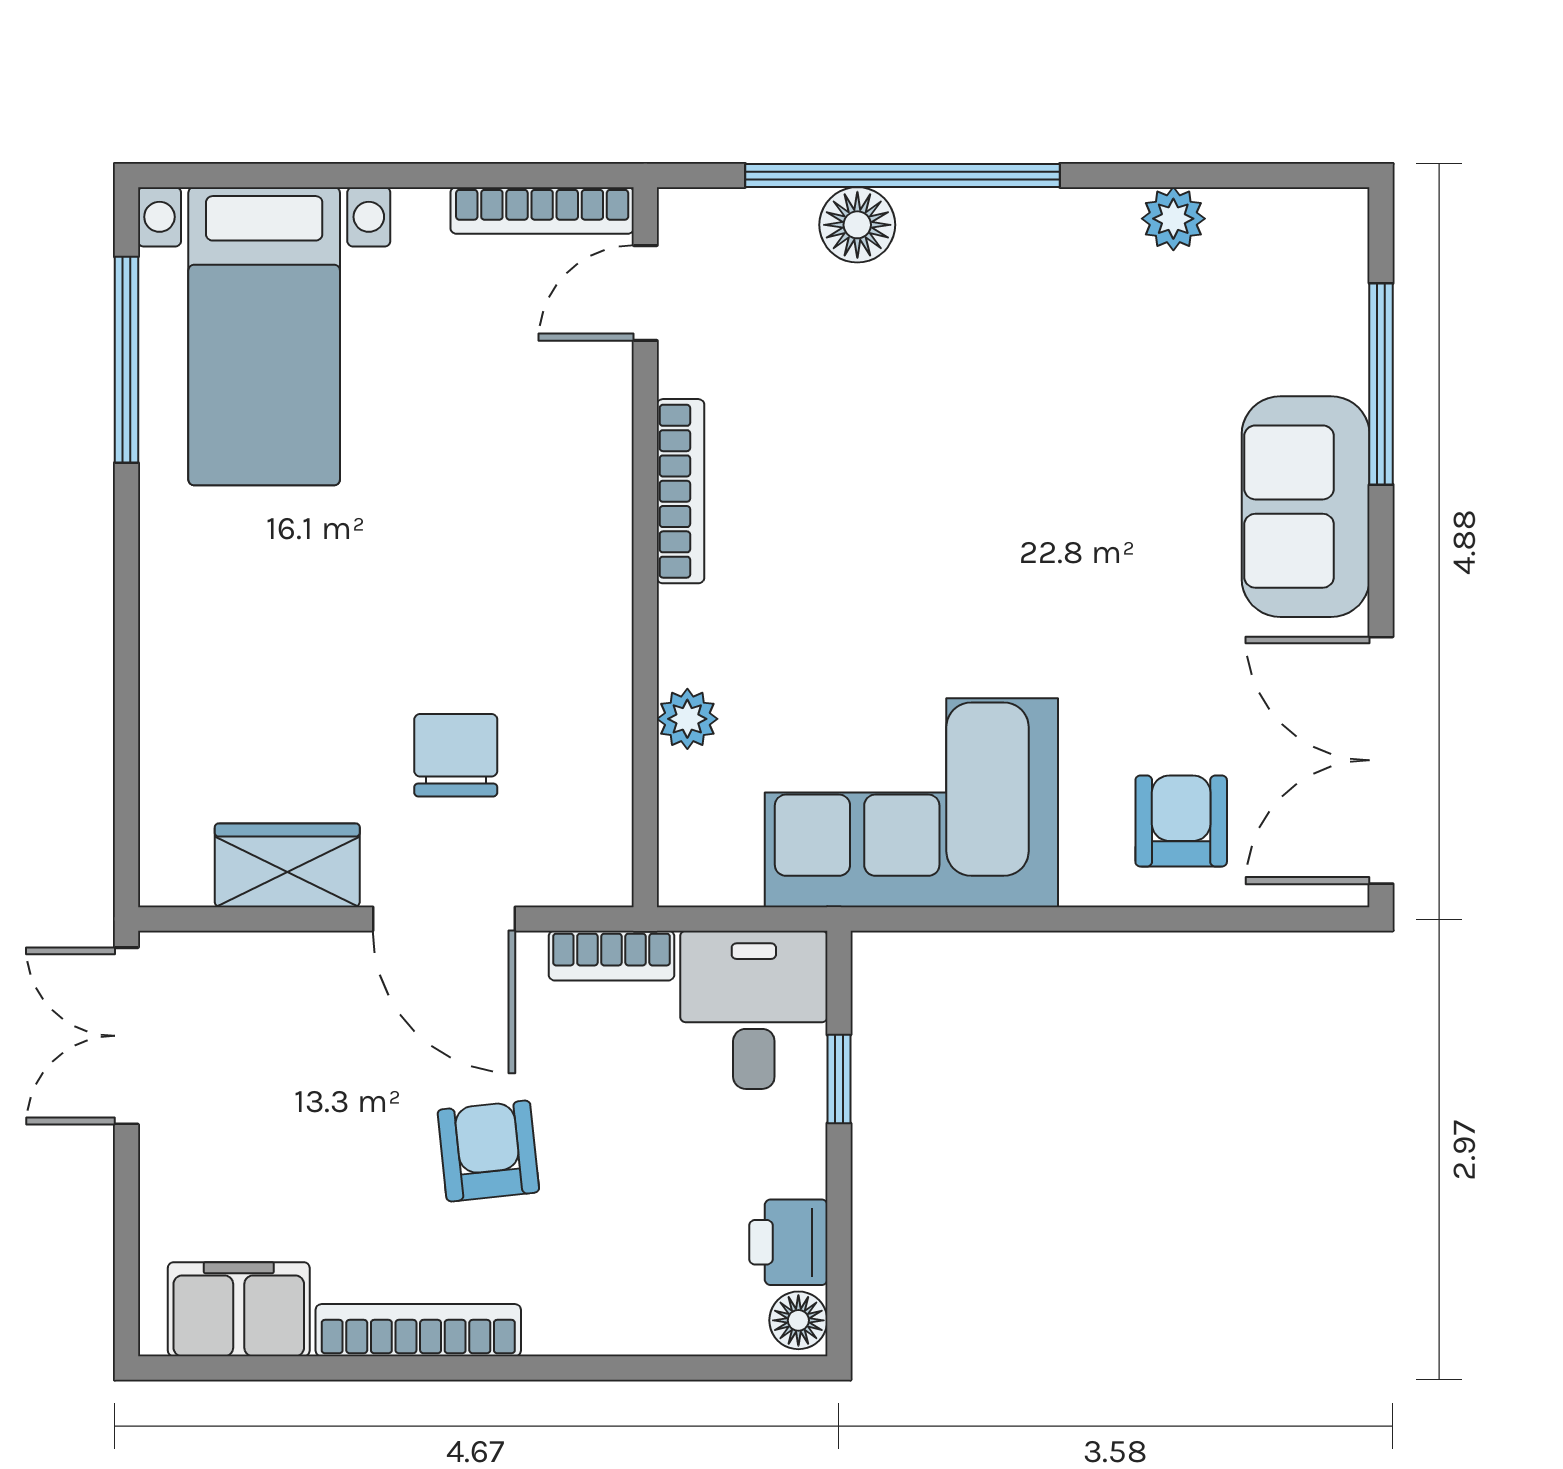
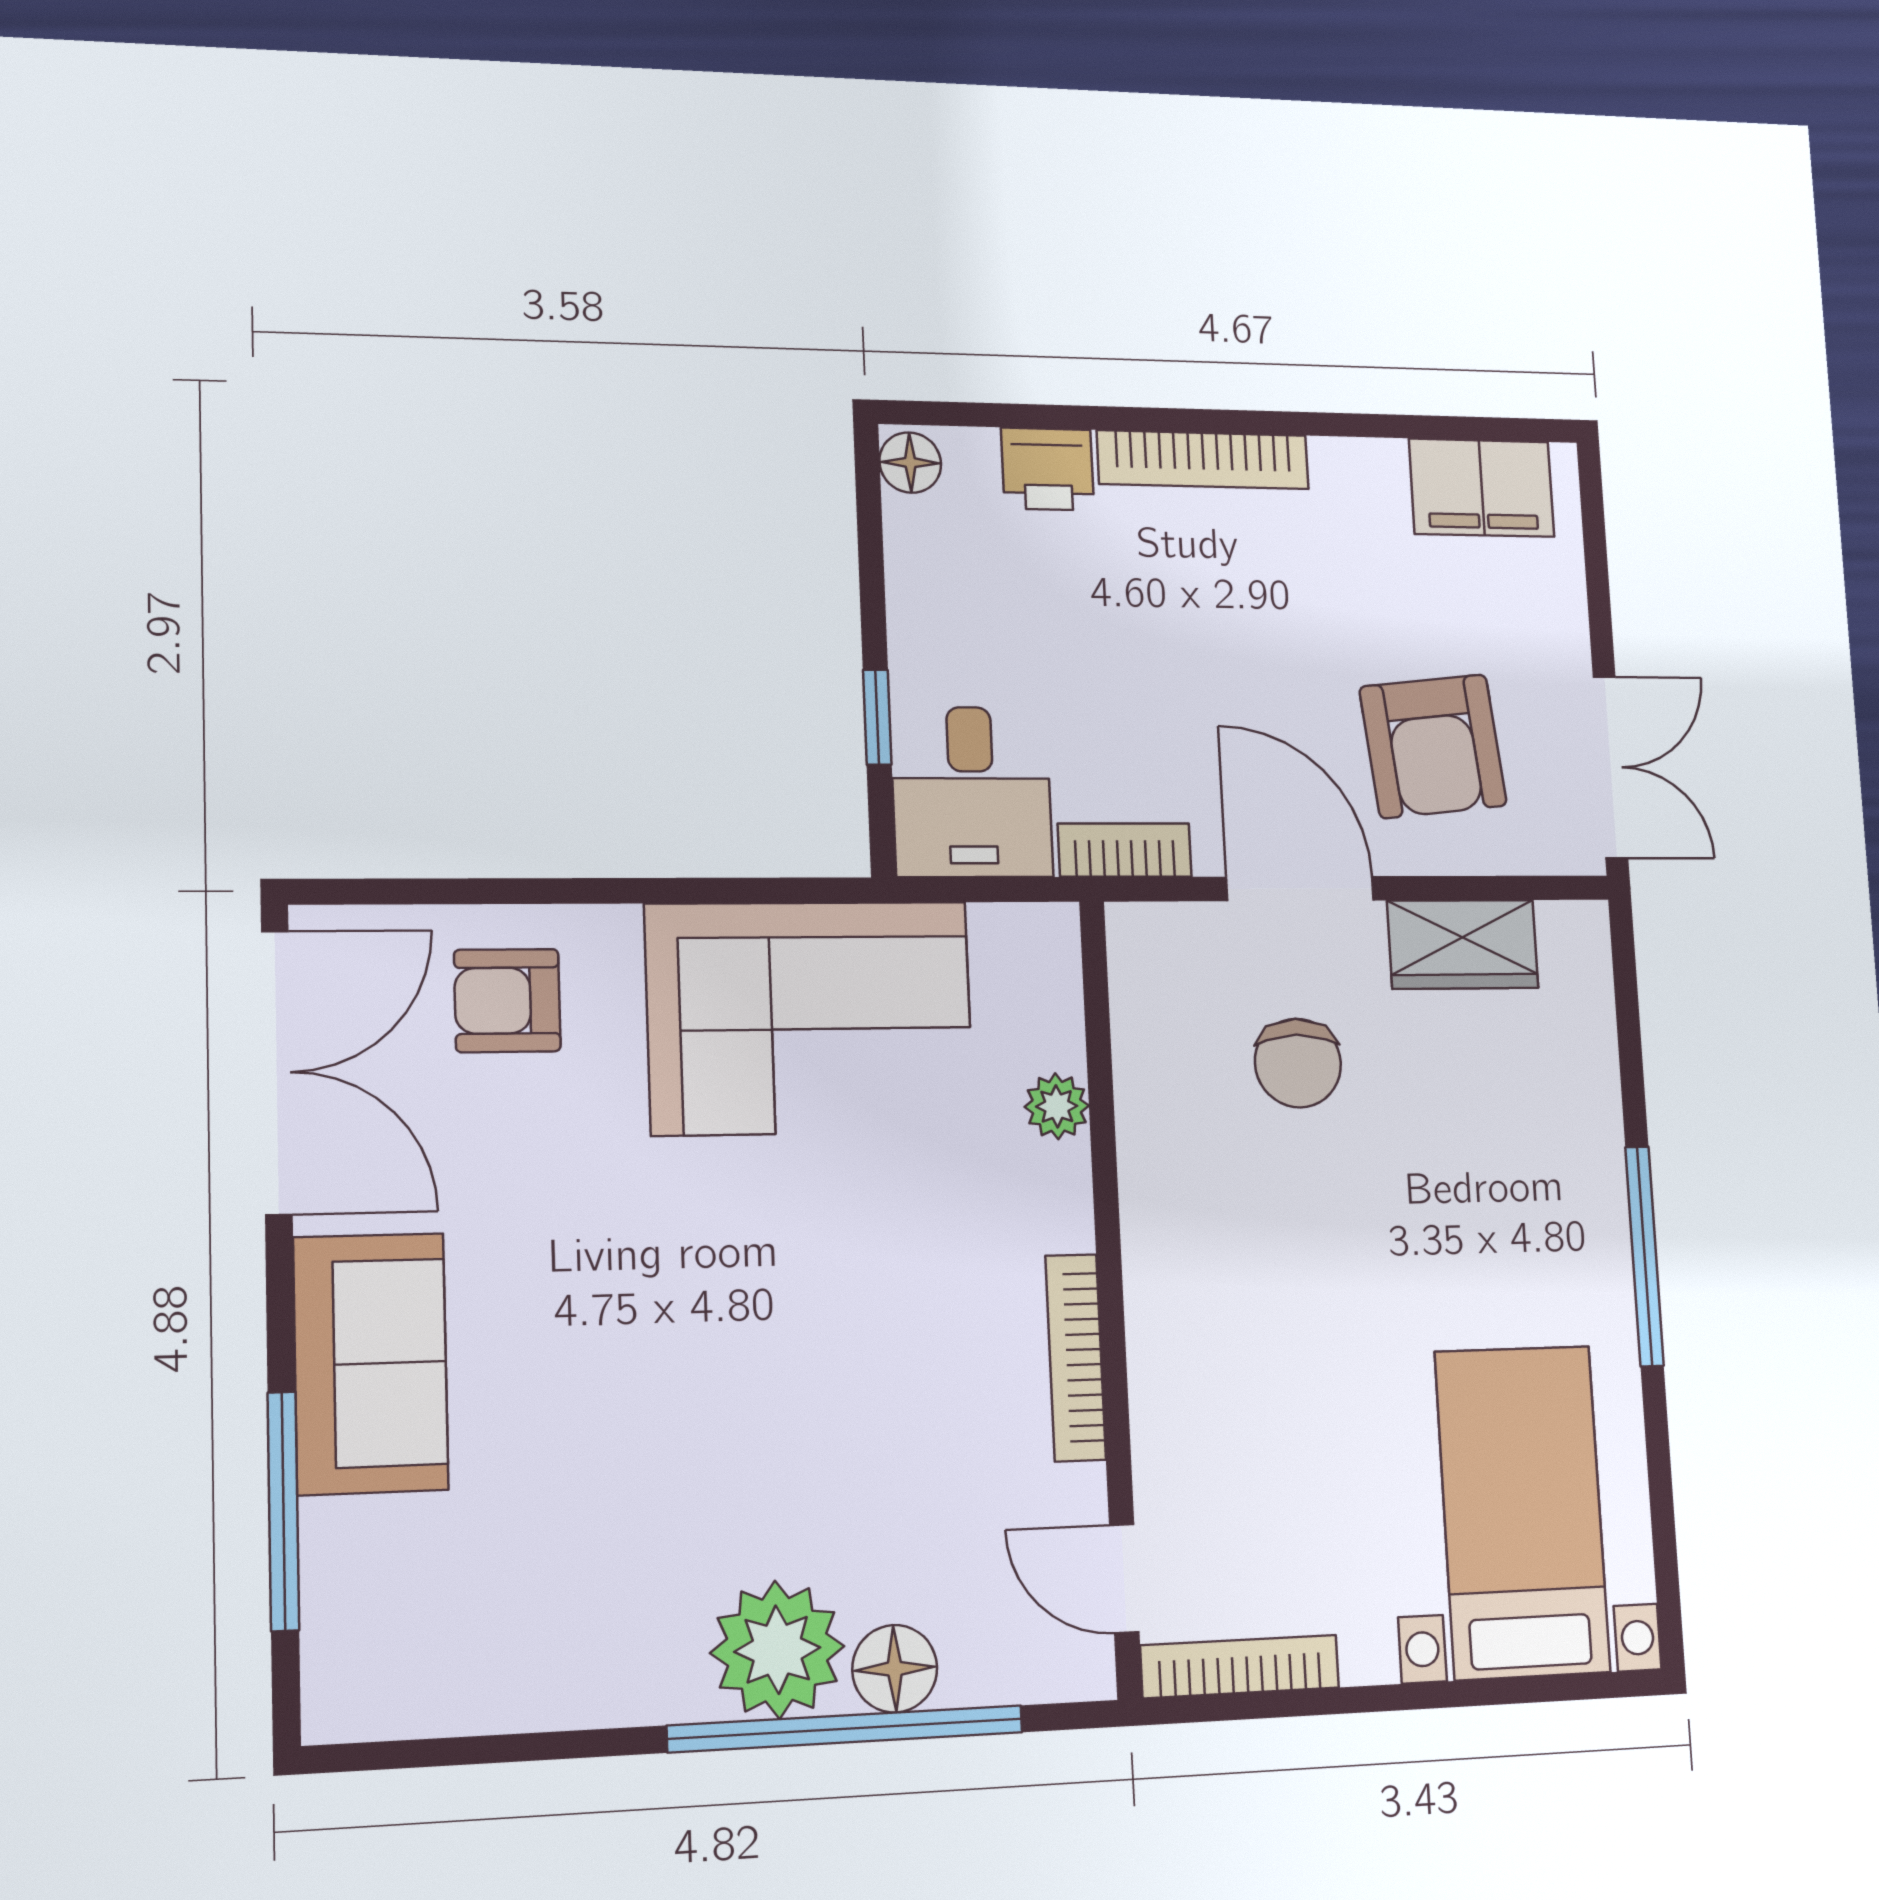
plant: (1173, 219) -> (777, 1650), moved, width x1.88, depth x1.88
door: (645, 293) -> (1124, 1579), swing flipped
window: (126, 360) -> (1644, 1256), moved
armchair: (1181, 821) -> (507, 1001), turned 90
armchair: (488, 1151) -> (1433, 746), moved, width x1.38, depth x1.38
printer: (788, 1242) -> (1048, 469), moved, turned 90
bookcase: (418, 1330) -> (1203, 460), moved

